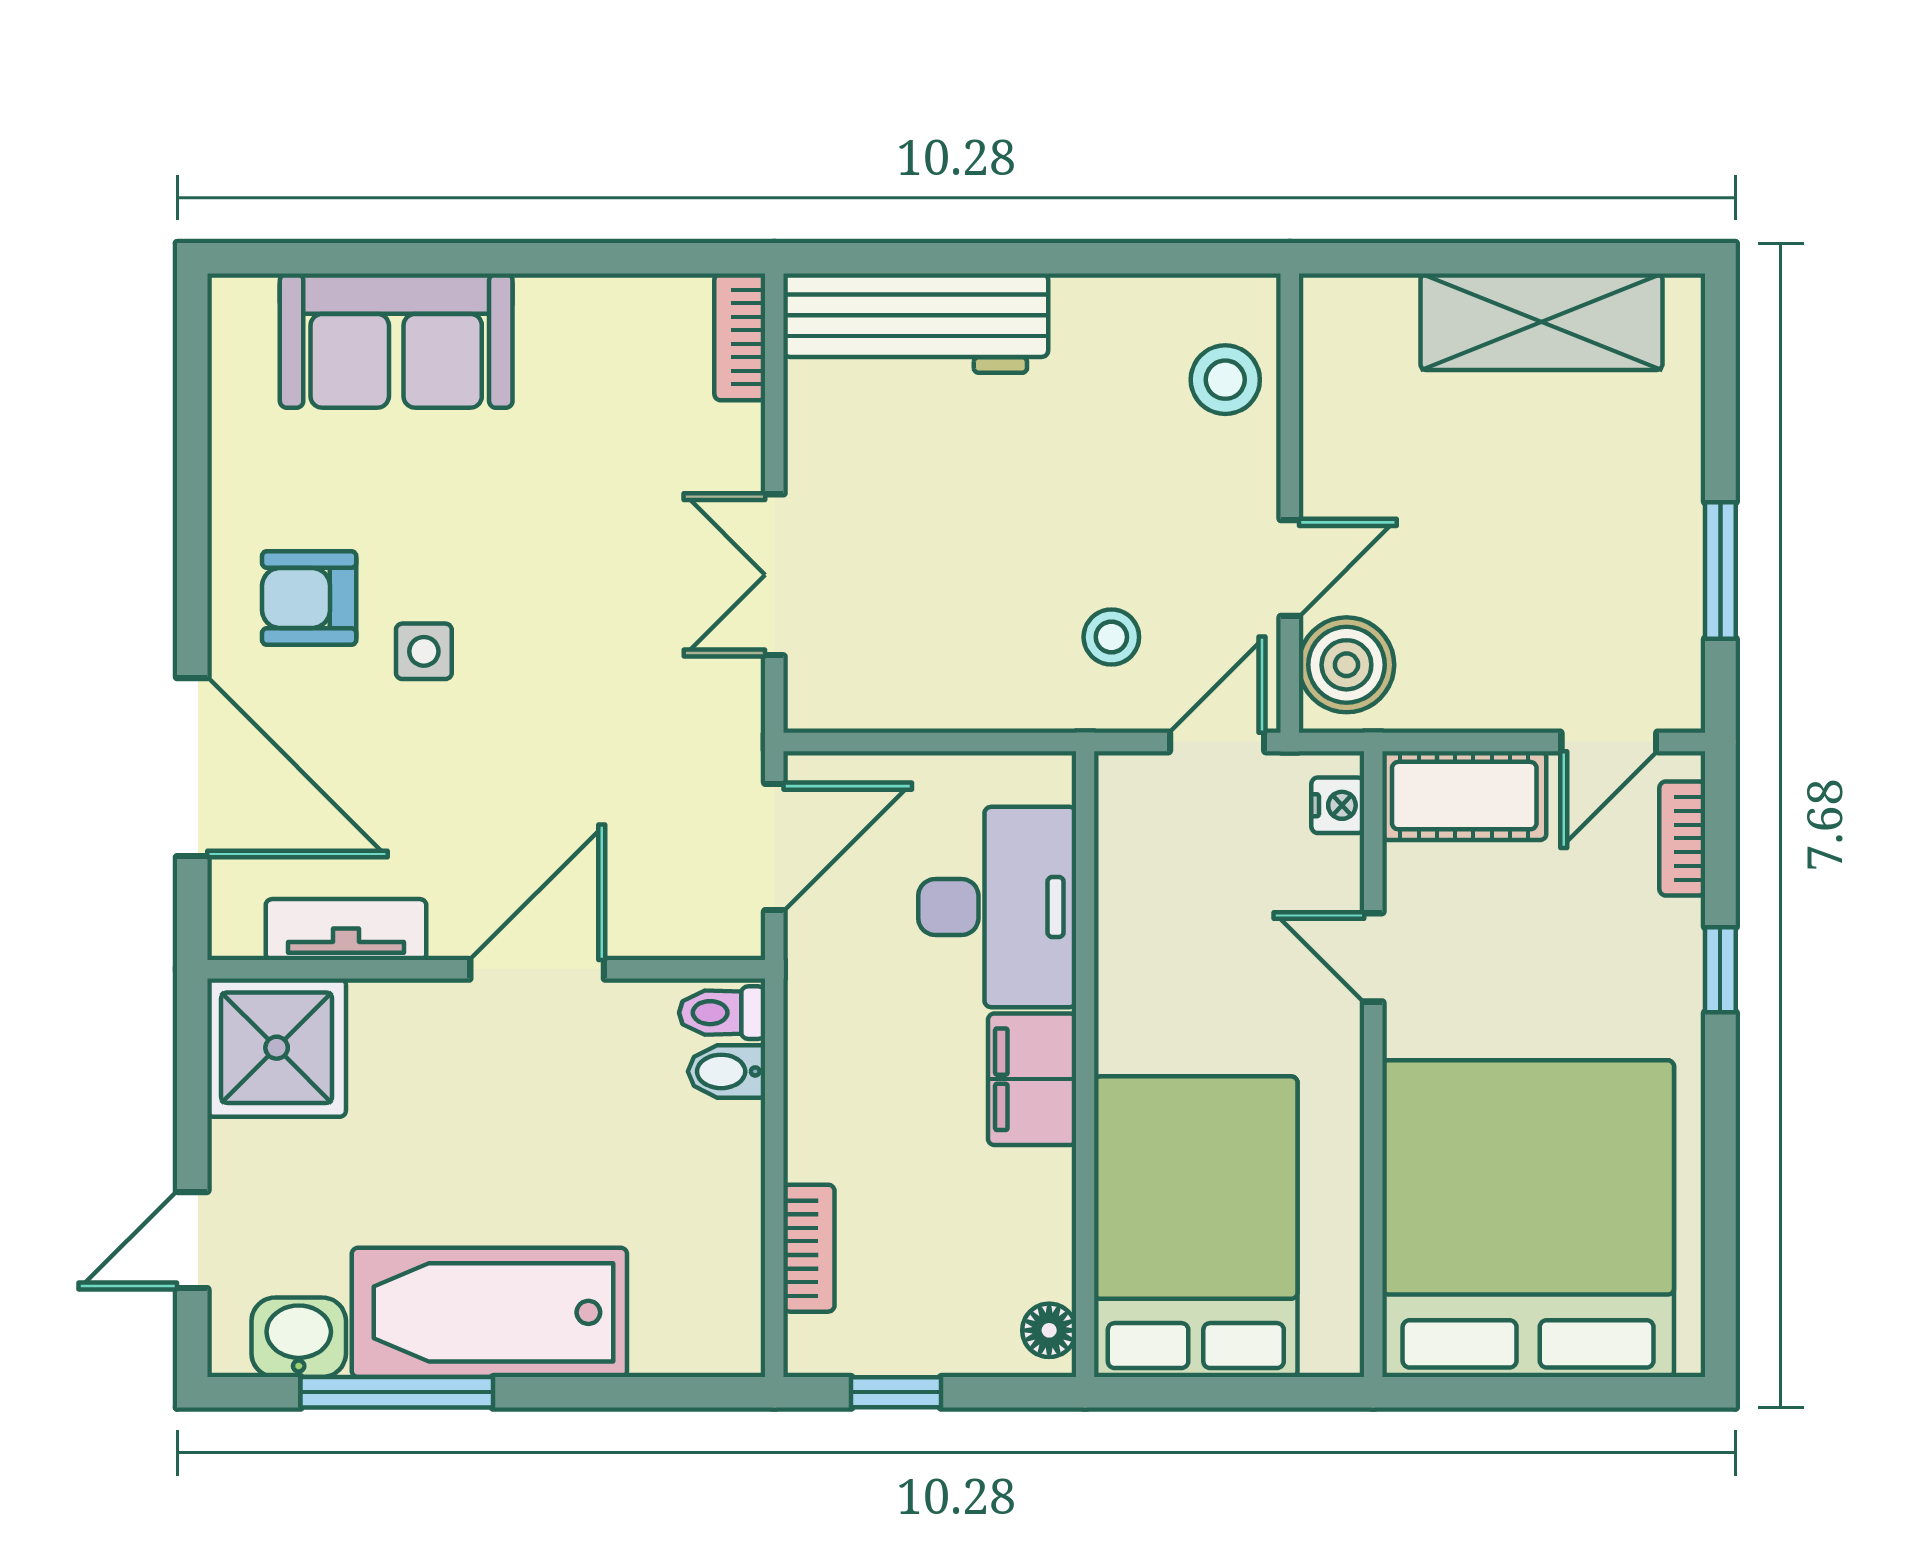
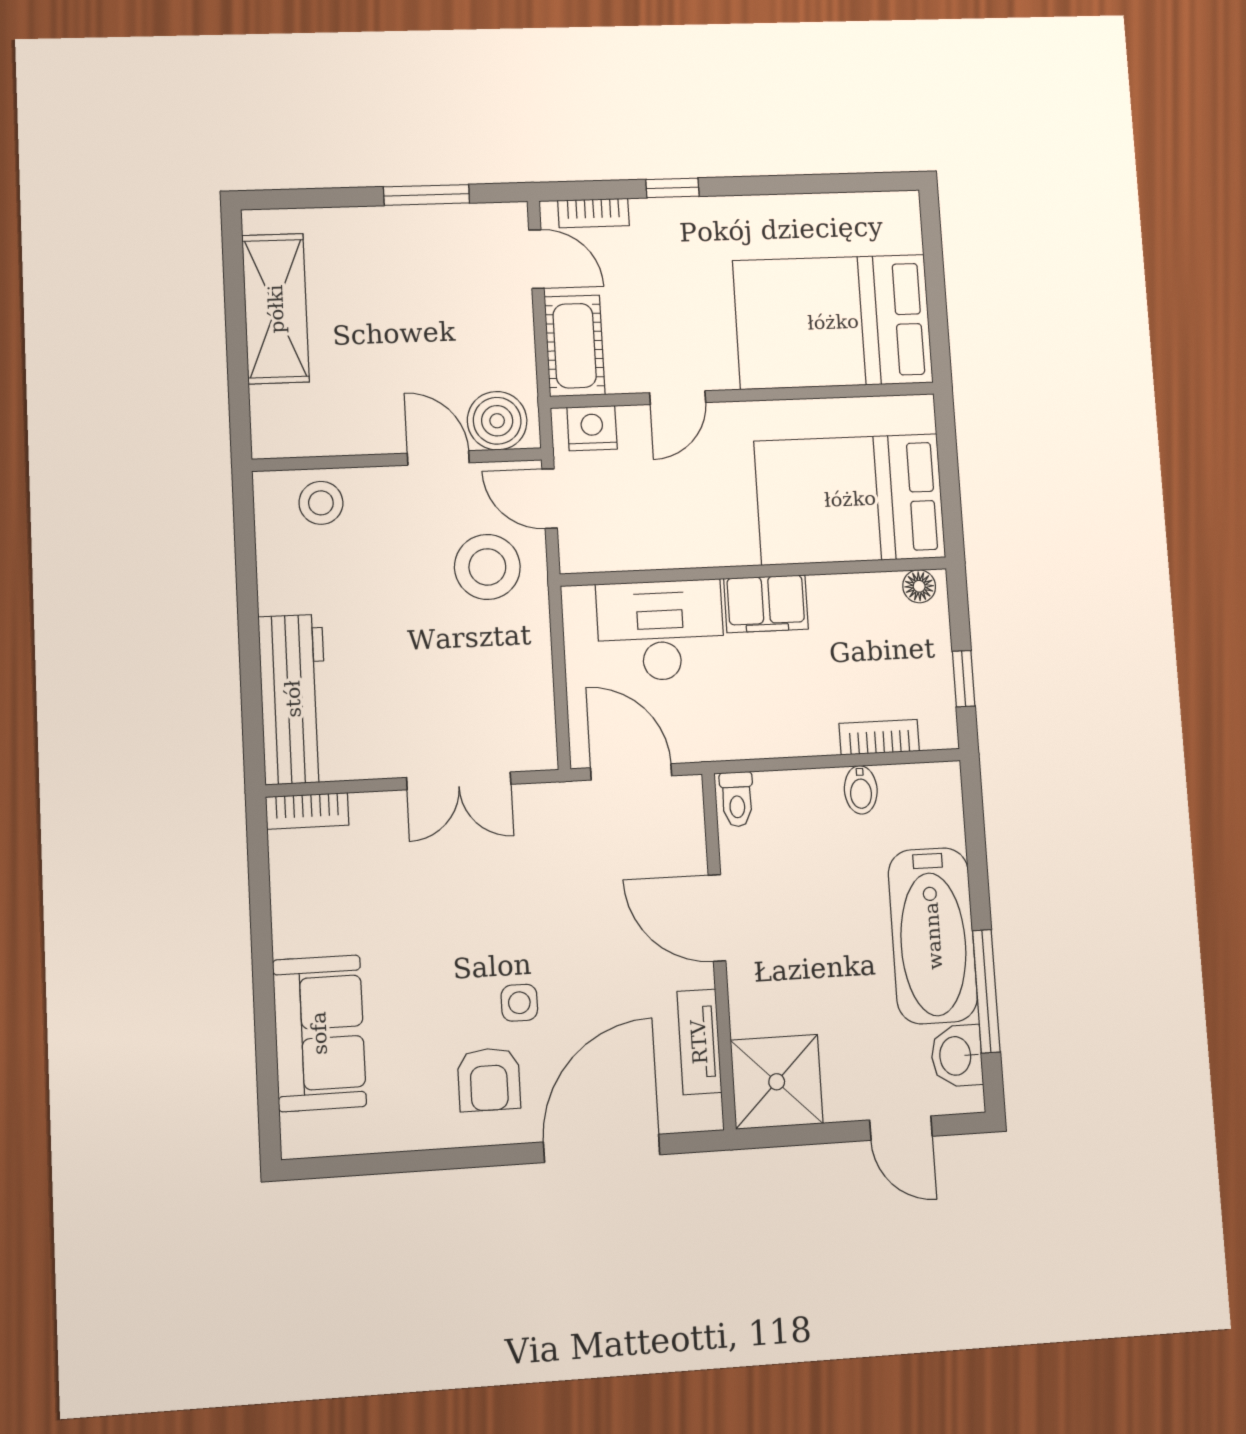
stool: (1111, 637) -> (487, 567), width x1.89, depth x1.89
nightstand: (1338, 805) -> (592, 428), width x1.39, depth x1.35
bidet: (727, 1071) -> (861, 790), moved
bed: (1528, 1219) -> (833, 322), width x0.73

